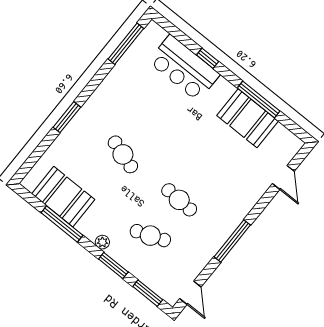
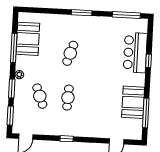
window: (259, 99) -> (146, 113), moved
window: (67, 117) -> (82, 13), moved
window: (232, 241) -> (67, 139), width x0.46

